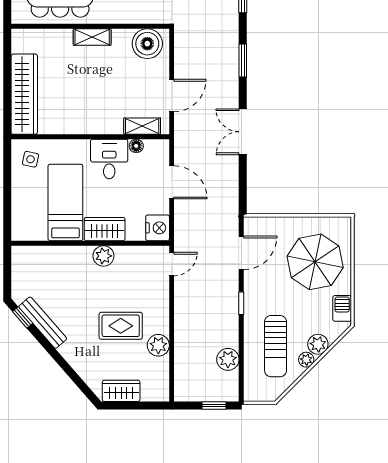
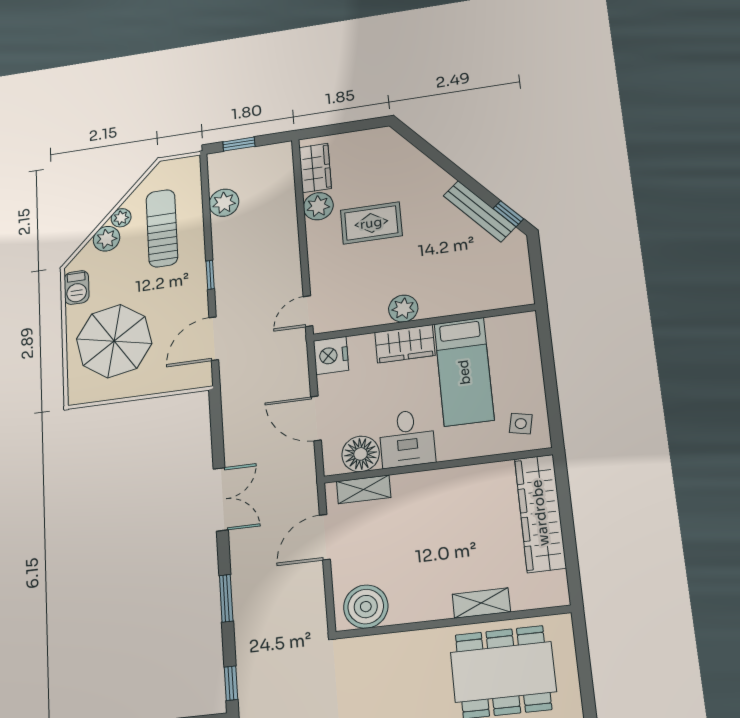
shelving: (92, 37) -> (481, 603), moved
floor lamp: (136, 146) -> (361, 454), width x1.89, depth x1.89
wardrobe: (121, 391) -> (315, 168), moved, turned -90

